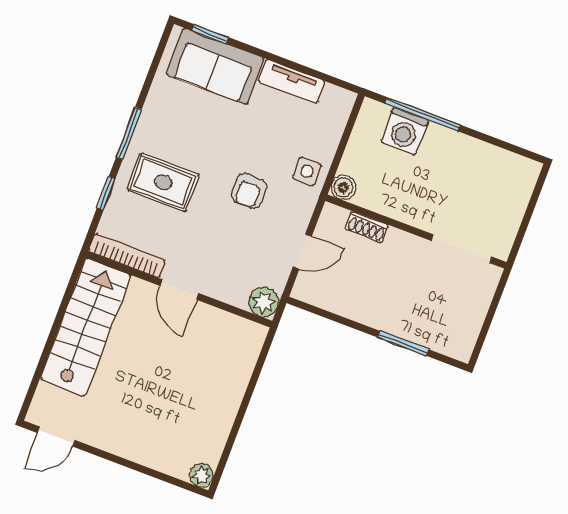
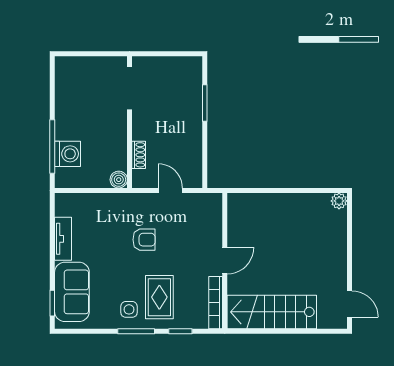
side table: (307, 171) -> (129, 309), moved
plant: (264, 302) -> (212, 203), removed

